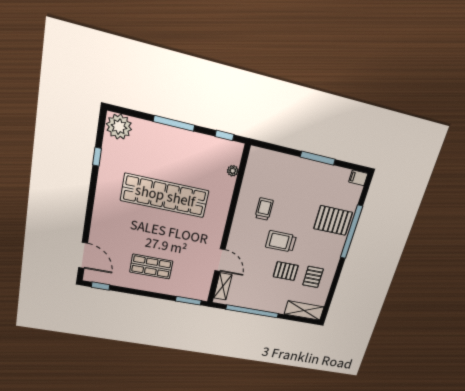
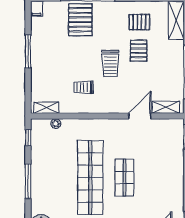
shelving: (253, 164) -> (46, 108), added
shop shelf: (151, 267) -> (124, 177), moved

